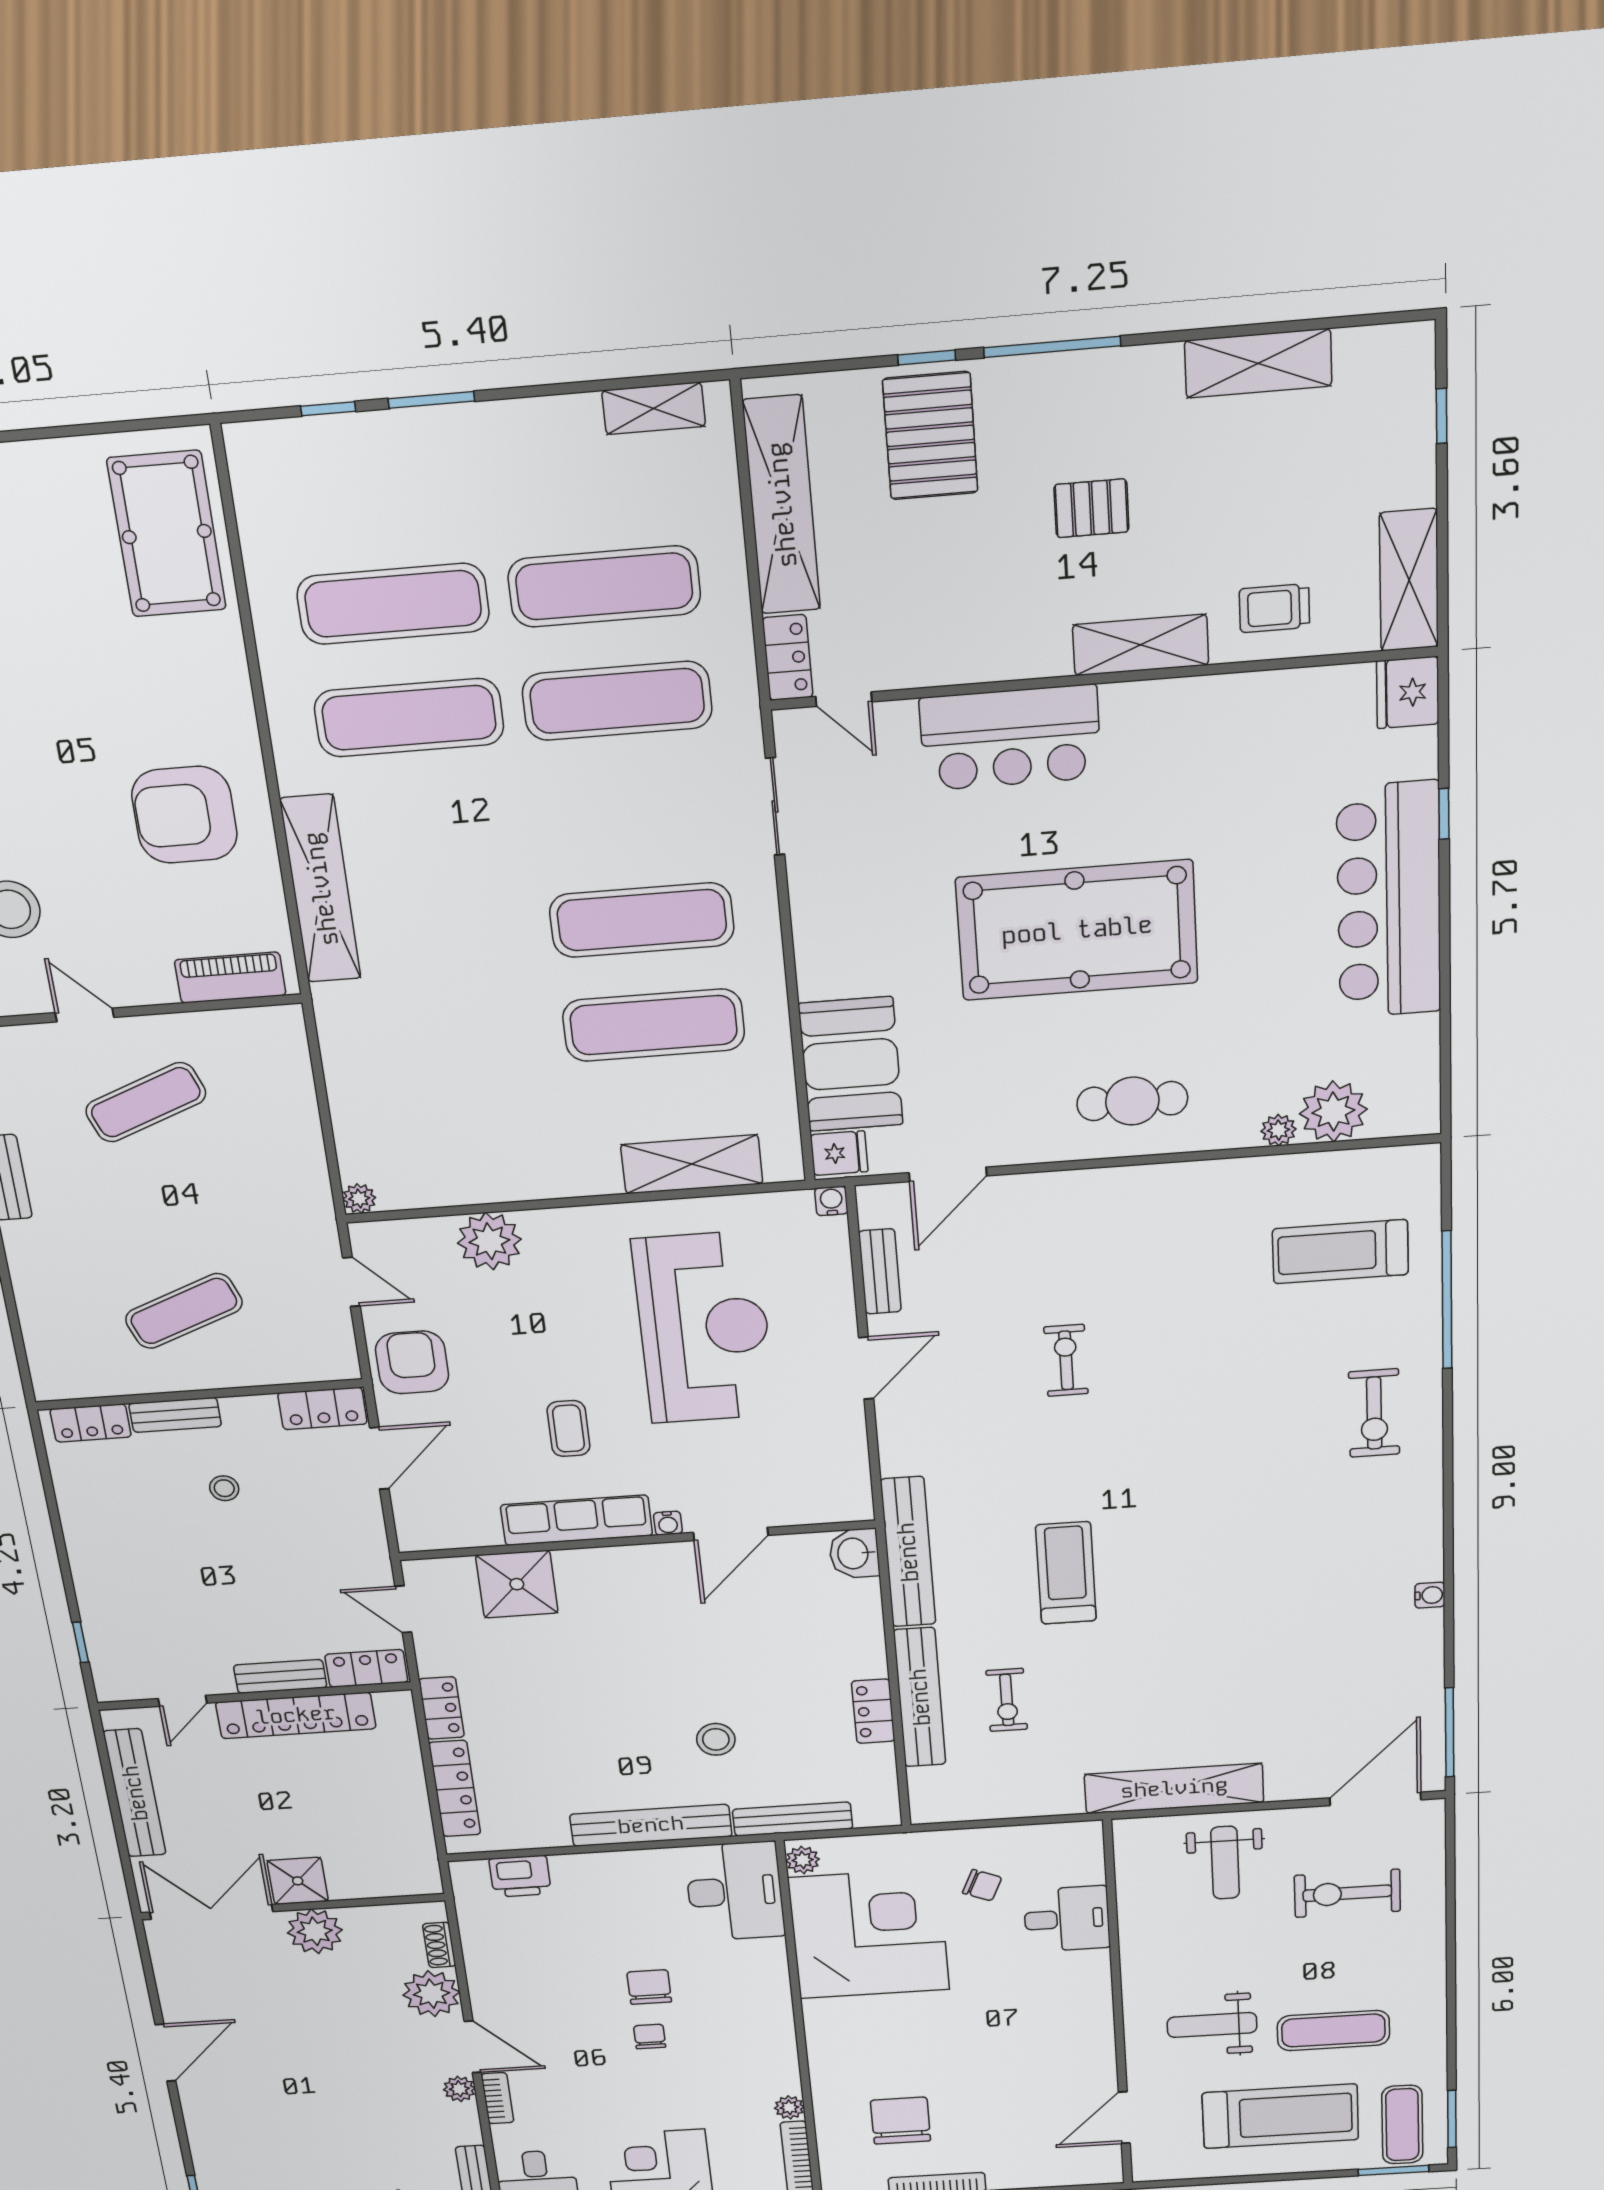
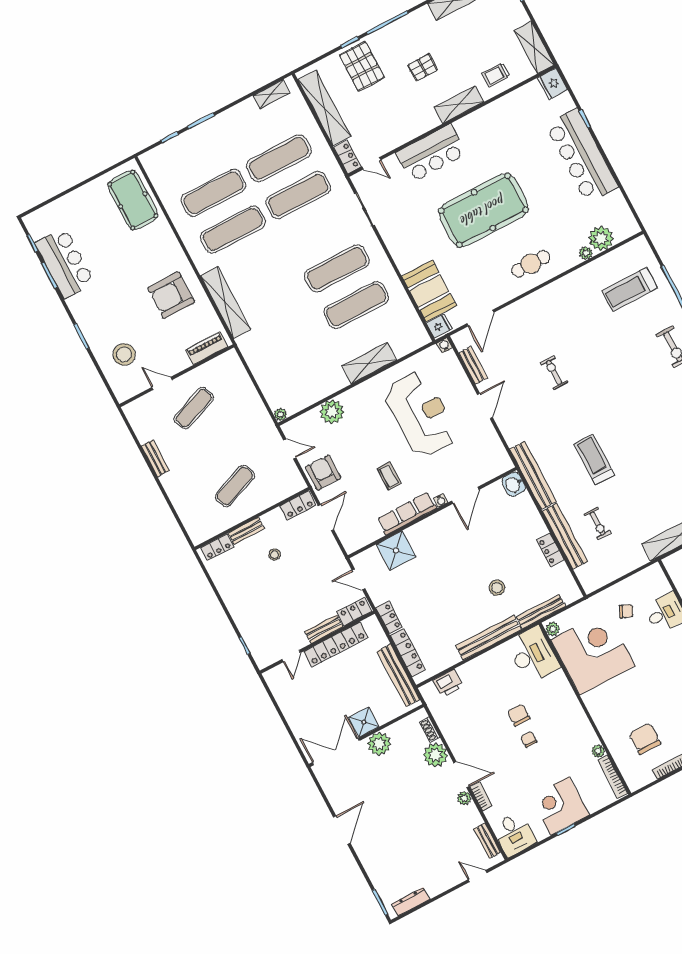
shelving: (692, 1164) -> (369, 363), moved
bench: (135, 1793) -> (398, 675), moved

